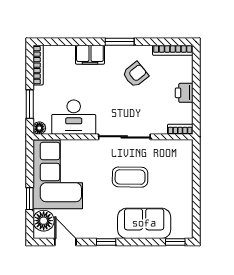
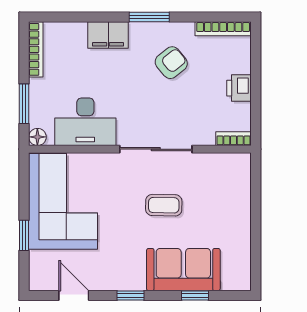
coffee table: (130, 177) -> (164, 205), width x0.73, depth x0.77
floor lamp: (44, 221) -> (43, 266), removed
window: (175, 242) -> (195, 295), moved

